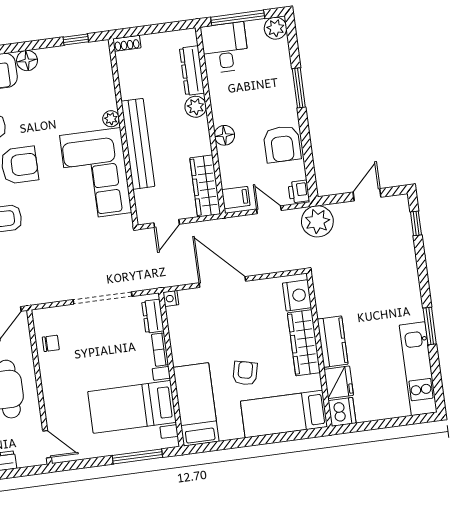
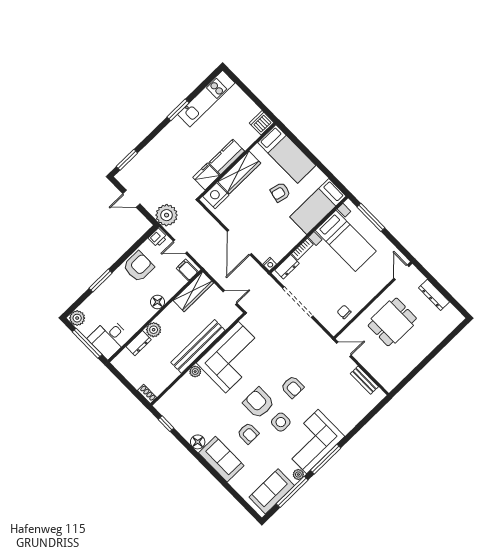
dresser: (192, 71) -> (139, 343), width x0.70
door: (269, 210) -> (180, 247), hinge flipped
window: (416, 223) -> (127, 160), width x1.50
fridge: (339, 382) -> (206, 177), moved

